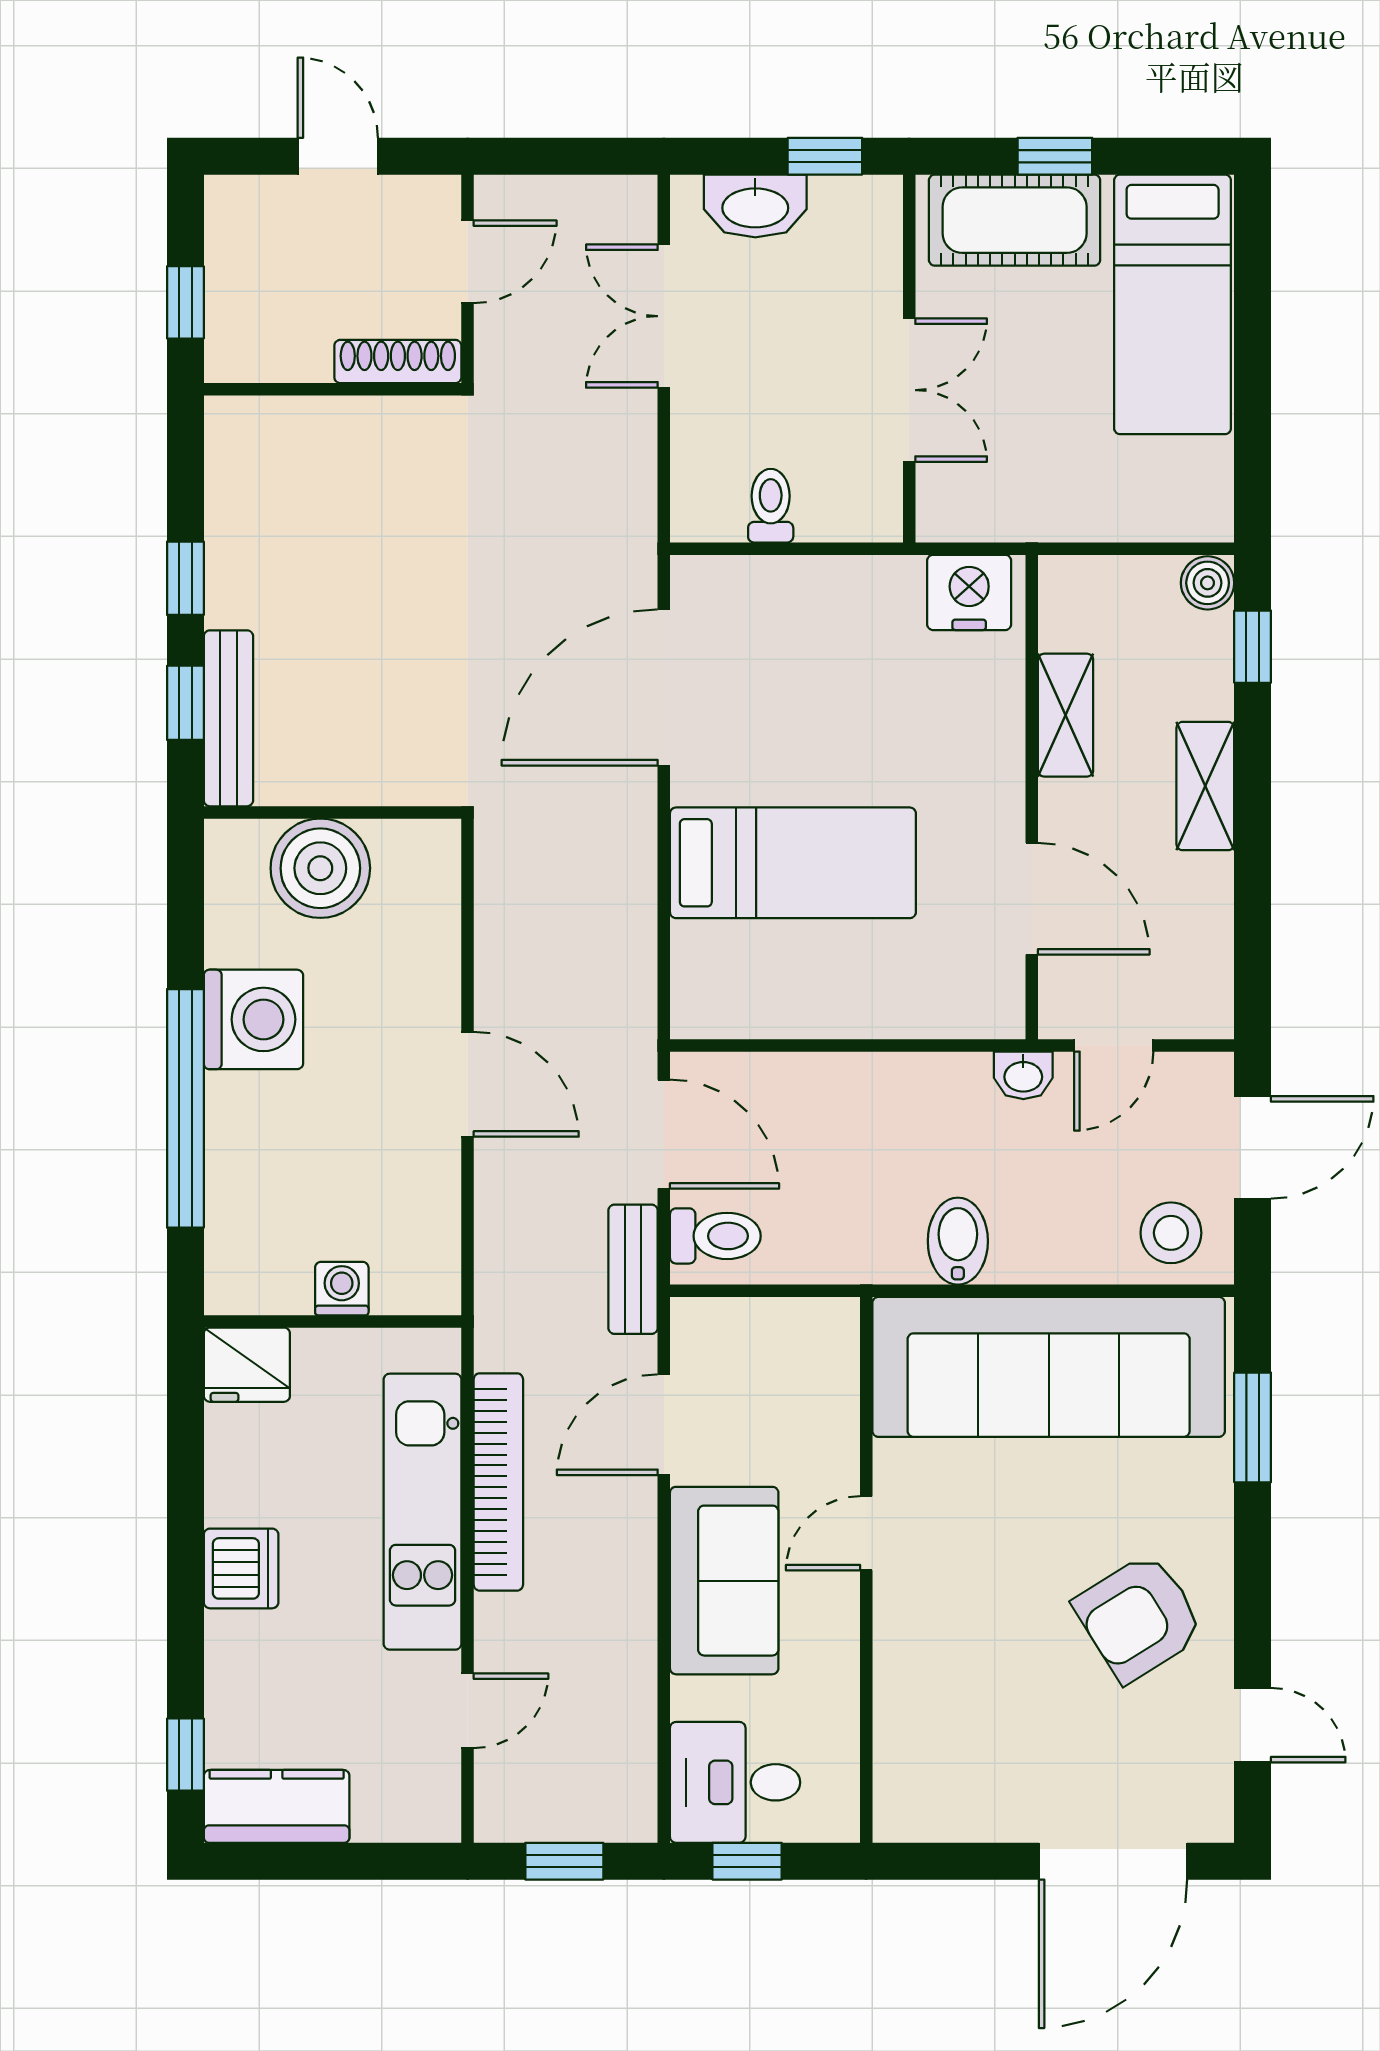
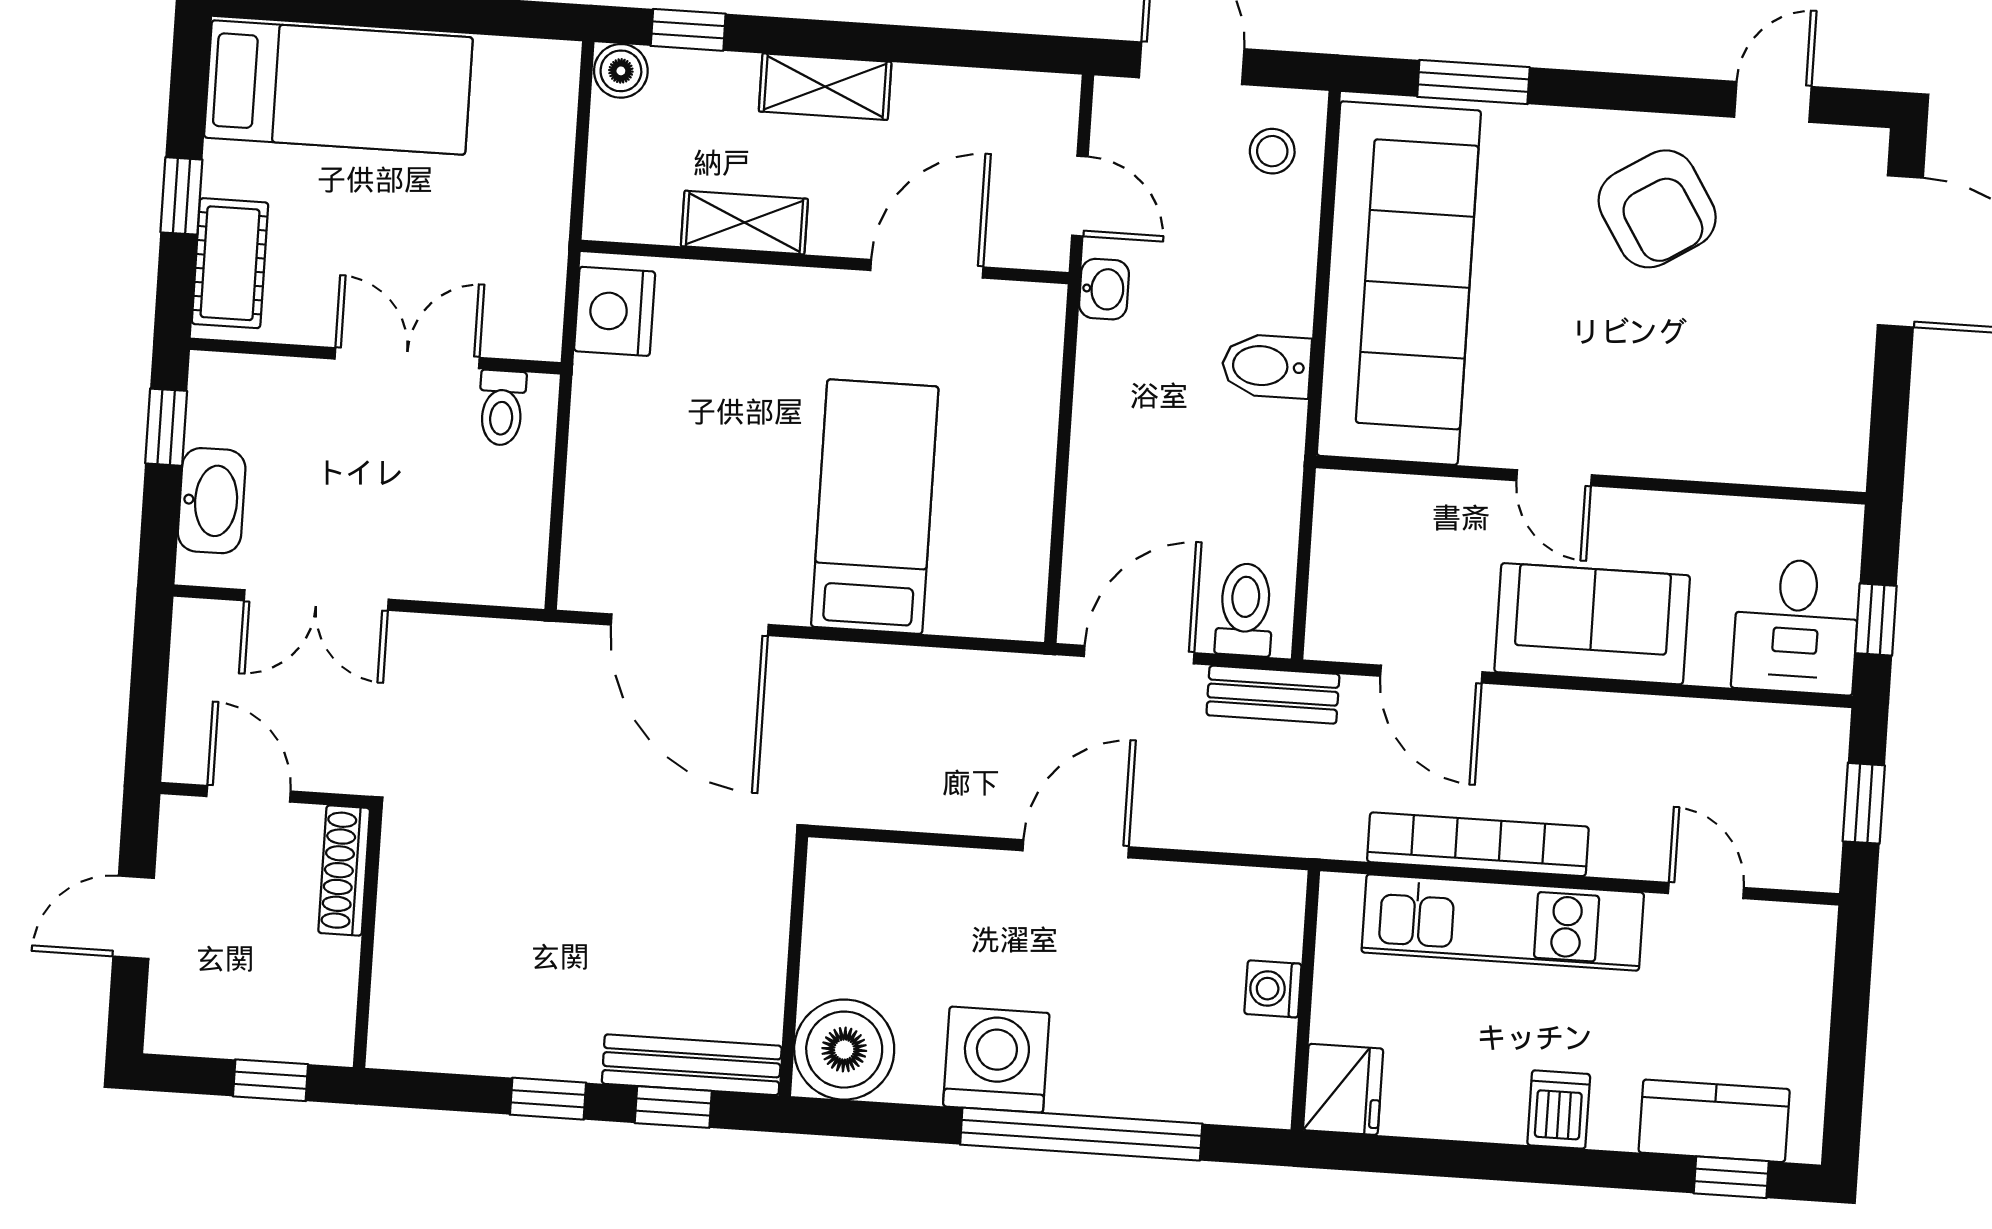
cot: (1015, 220) -> (230, 263), width x0.73, depth x0.75
toilet: (771, 506) -> (502, 408), moved, turned -90
boiler: (320, 868) -> (844, 1050), moved
stool: (1171, 1233) -> (1272, 151), width x0.73, depth x0.73
dishwasher: (241, 1568) -> (1559, 1110), width x0.73
kitchen counter: (277, 1806) -> (1714, 1121), moved, turned 90

